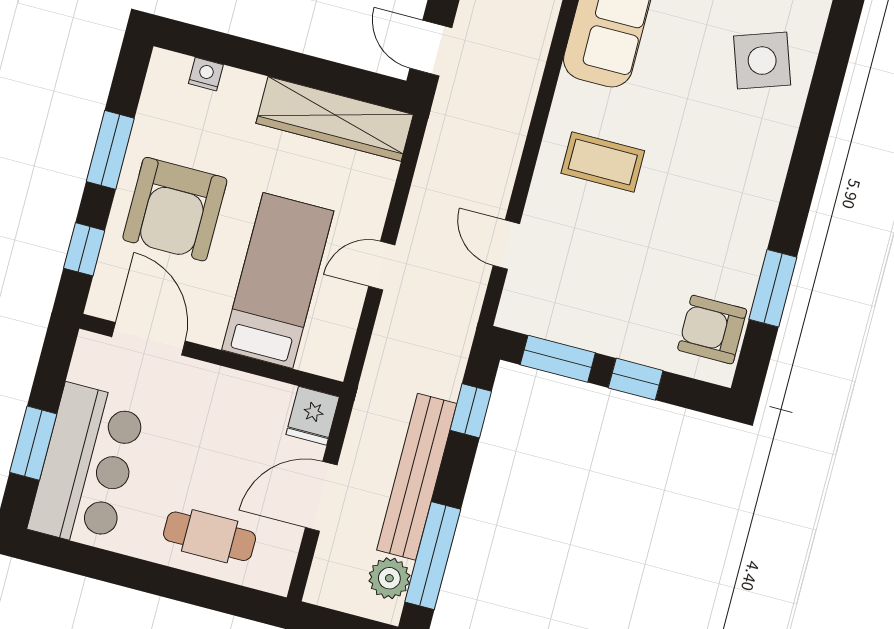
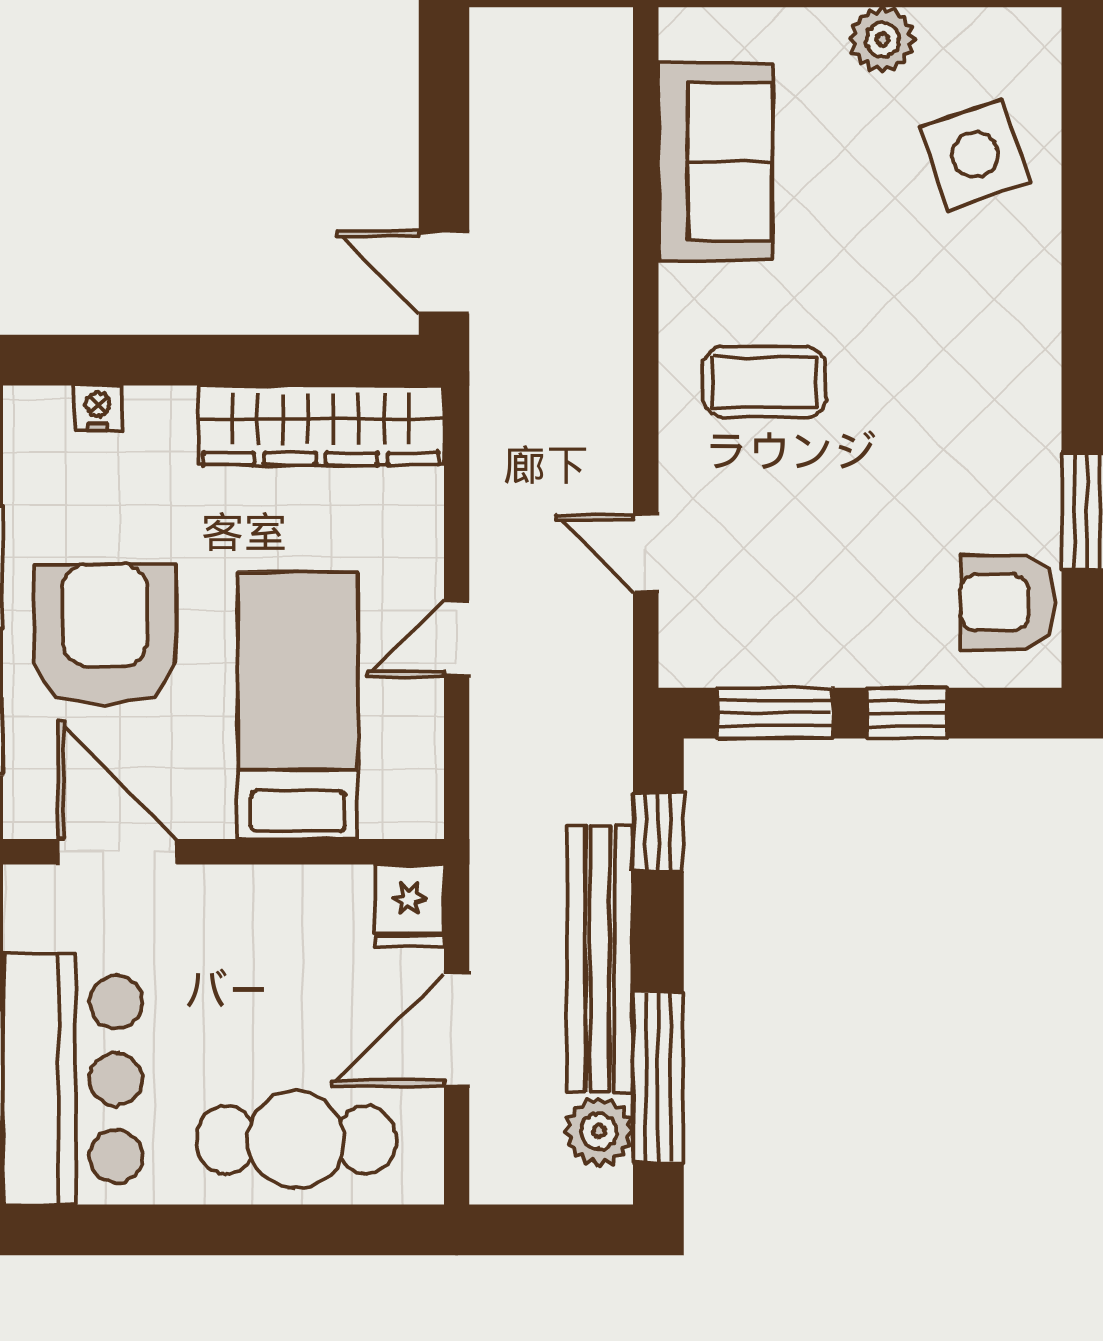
armchair: (175, 209) -> (105, 635), turned 180
cafe table: (210, 536) -> (296, 1140), width x1.37, depth x1.35

